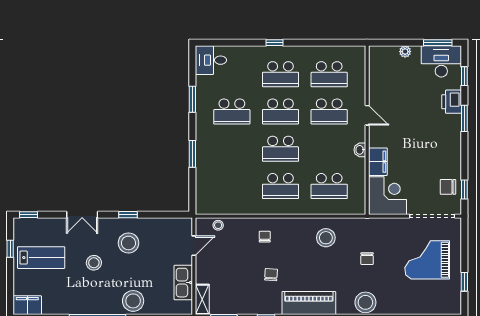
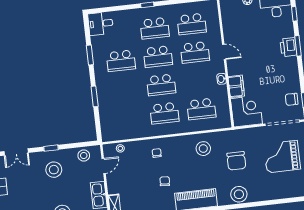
printer: (452, 102) -> (288, 47), moved
chair: (367, 259) -> (236, 161), width x1.87, depth x1.87
stool: (94, 263) -> (84, 156), moved

